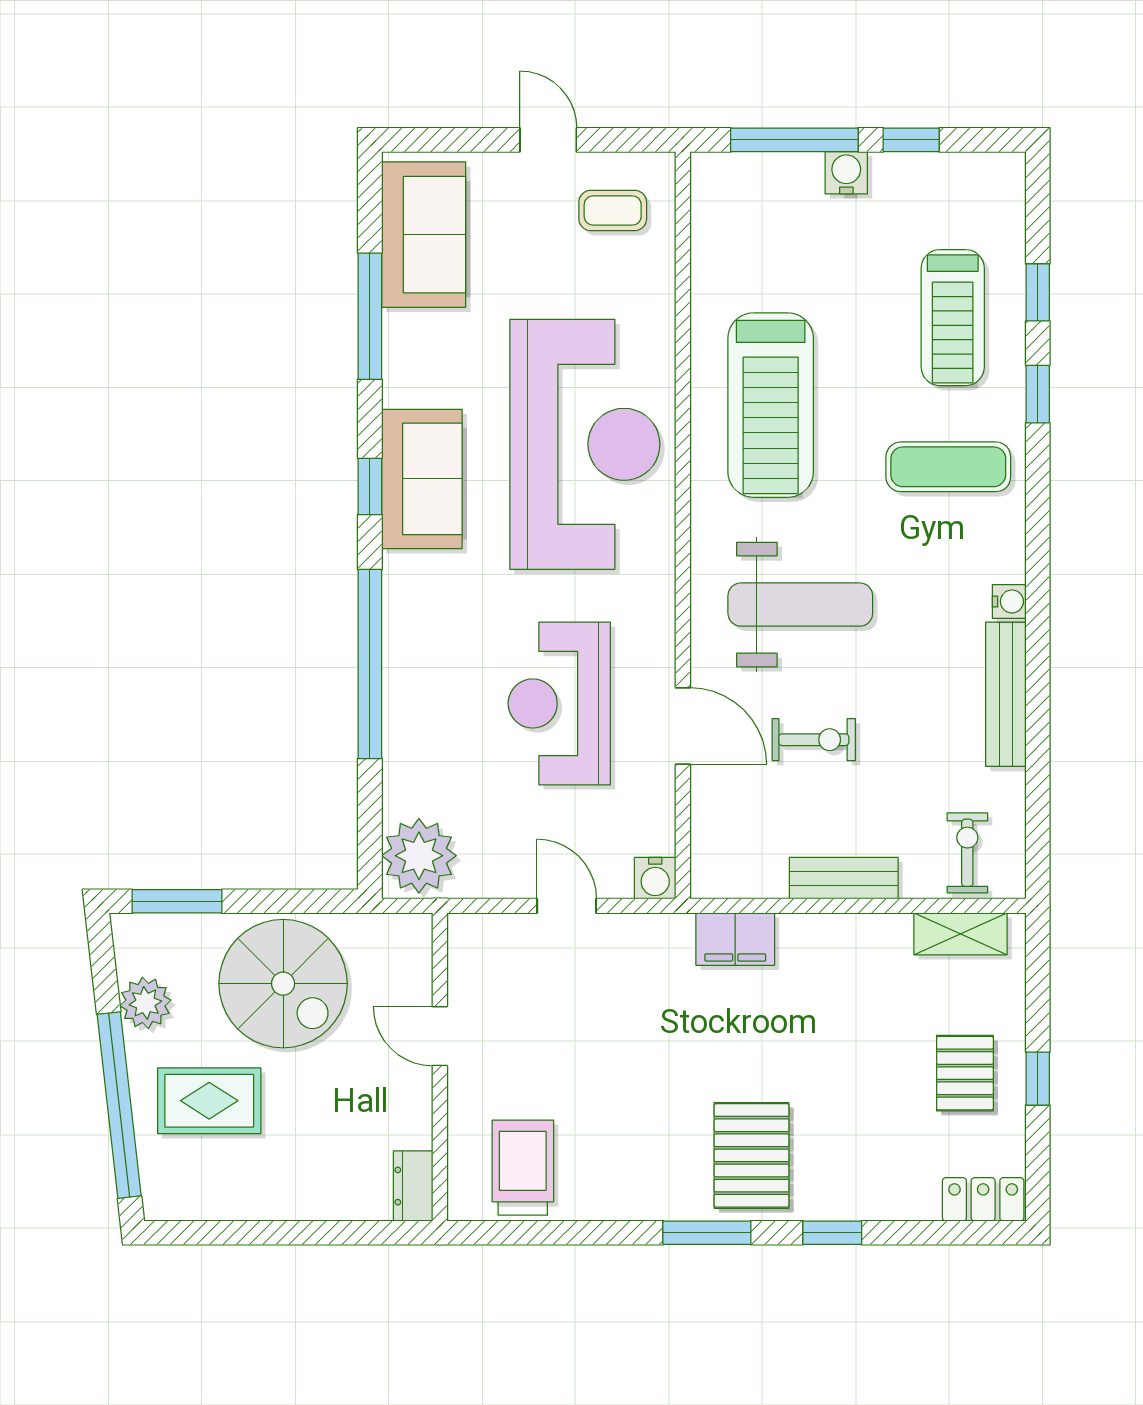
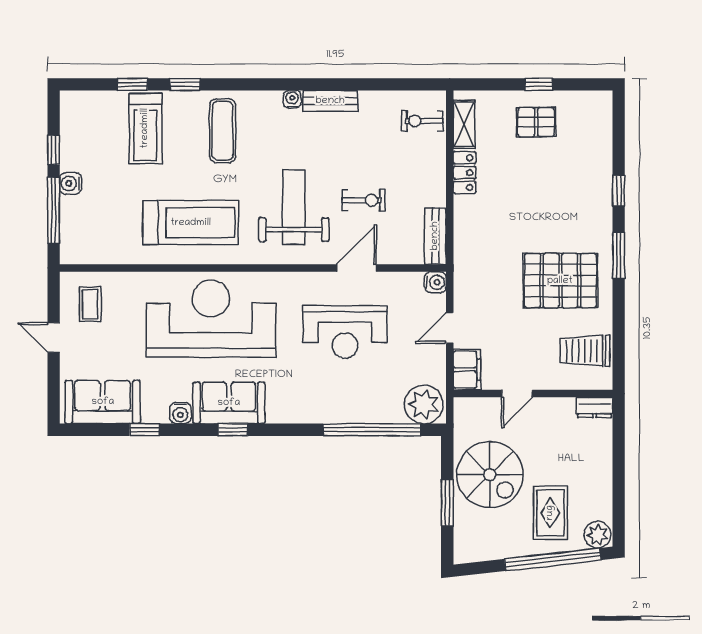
door: (548, 140) -> (54, 338), hinge flipped
window: (370, 316) -> (145, 430), width x0.46
treadmill: (953, 318) -> (145, 128), turned 90
water cooler: (402, 385) -> (180, 413), added
window: (370, 664) -> (372, 430), moved
bench: (1006, 694) -> (330, 101), width x0.73
exercise bike: (814, 740) -> (364, 200), turned 90
bench: (844, 878) -> (435, 236), moved
window: (177, 901) -> (447, 503), moved
filing cabinet: (735, 939) -> (467, 370), moved
spiral stairs: (283, 984) -> (490, 475), turned 90
plant: (145, 1003) -> (597, 535), moved
pallet: (752, 1155) -> (560, 281), moved, width x1.37, depth x1.41
locker: (983, 1199) -> (464, 173), moved, turned 180

